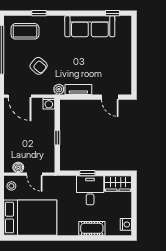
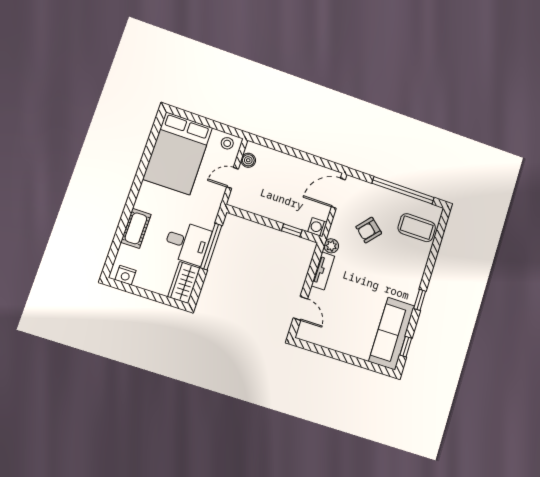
window: (39, 13) -> (420, 300), moved
sofa: (90, 26) -> (392, 334), moved
coffee table: (25, 31) -> (417, 228), turned 90
door: (110, 97) -> (300, 308), swing flipped
window: (57, 138) -> (292, 230), moved
window: (87, 173) -> (211, 247), width x2.17

